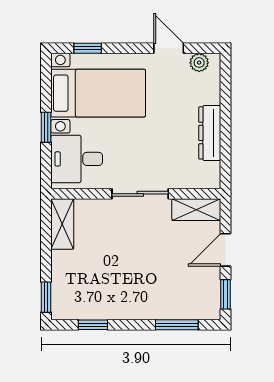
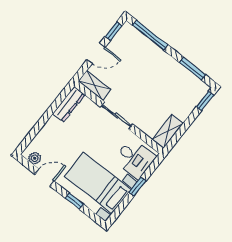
window: (88, 48) -> (74, 201), moved
door: (169, 48) -> (44, 178), swing flipped
dresser: (210, 133) -> (69, 104), moved
window: (93, 325) -> (192, 69), width x1.50
window: (177, 325) -> (150, 35), width x1.44

